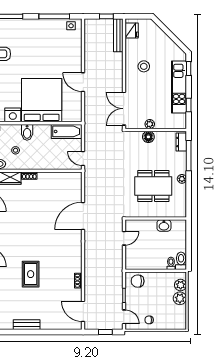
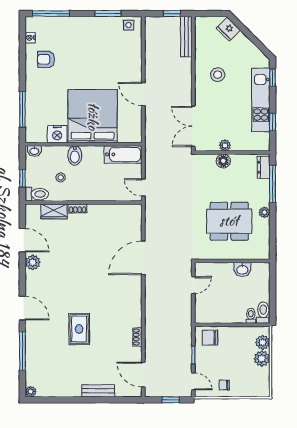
window: (54, 16) -> (108, 14), width x0.69
fridge: (132, 30) -> (228, 29), moved, turned 135
bench: (27, 325) -> (98, 391), moved

